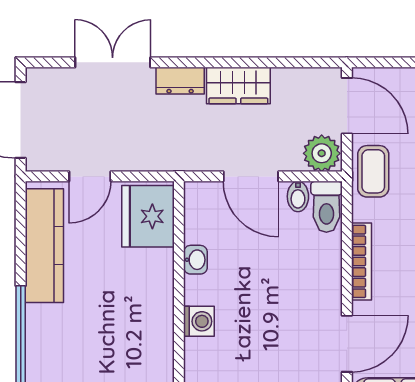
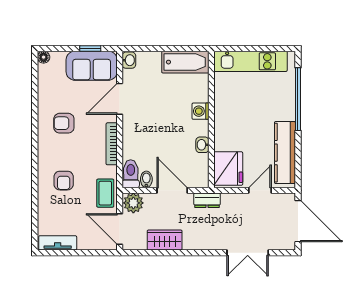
dresser: (180, 81) -> (207, 200), moved, turned 180
wardrobe: (238, 85) -> (165, 240), moved

